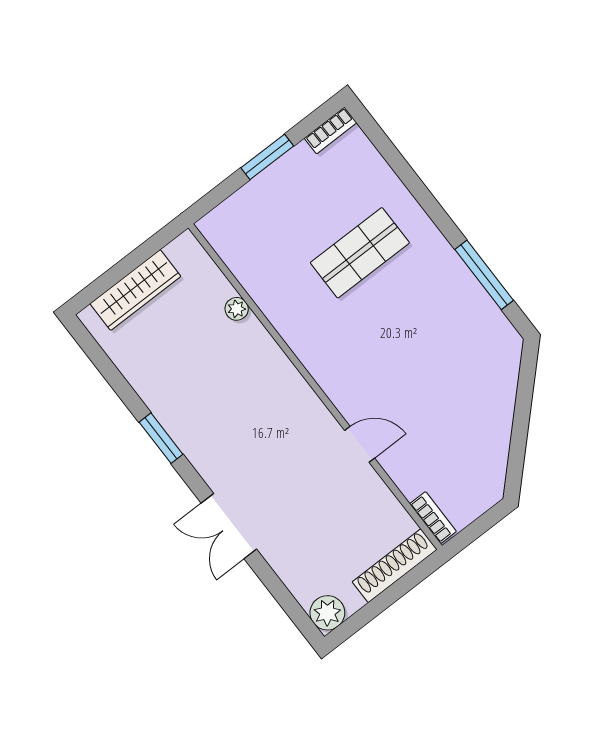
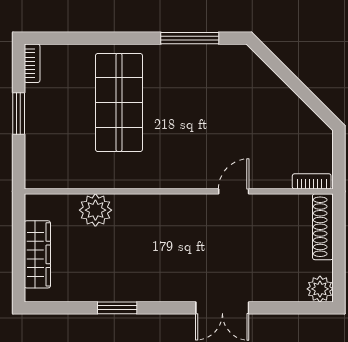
shop shelf: (360, 253) -> (119, 102), width x1.43, depth x1.36
plant: (237, 309) -> (95, 210), width x1.88, depth x1.88
window: (161, 438) -> (117, 308), moved

